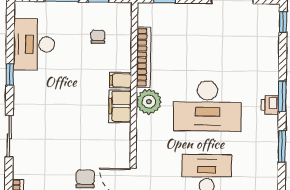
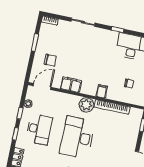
filing cabinet: (120, 106) -> (71, 85), moved

